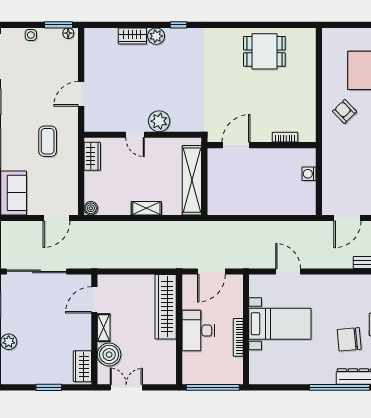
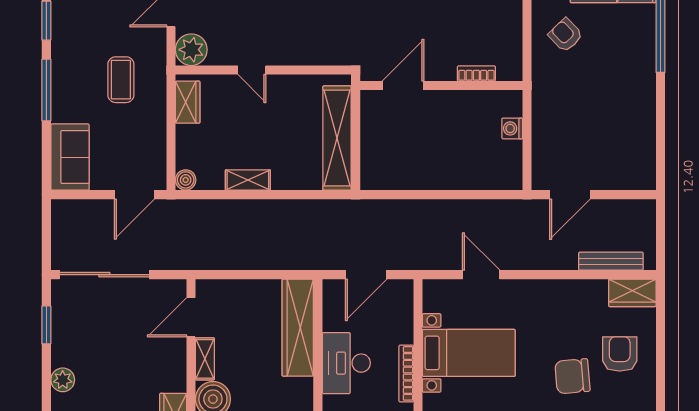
plant: (159, 121) -> (191, 50), moved
shelving: (146, 208) -> (248, 180), moved

